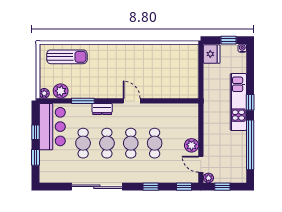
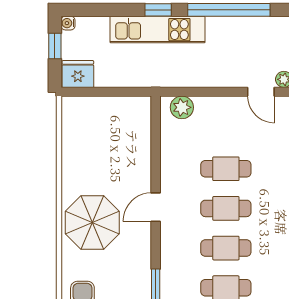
parasol: (122, 63) -> (92, 223), added
dresser: (102, 109) -> (169, 256), removed
plant: (192, 145) -> (182, 107), moved
door: (201, 164) -> (261, 92), hinge flipped

